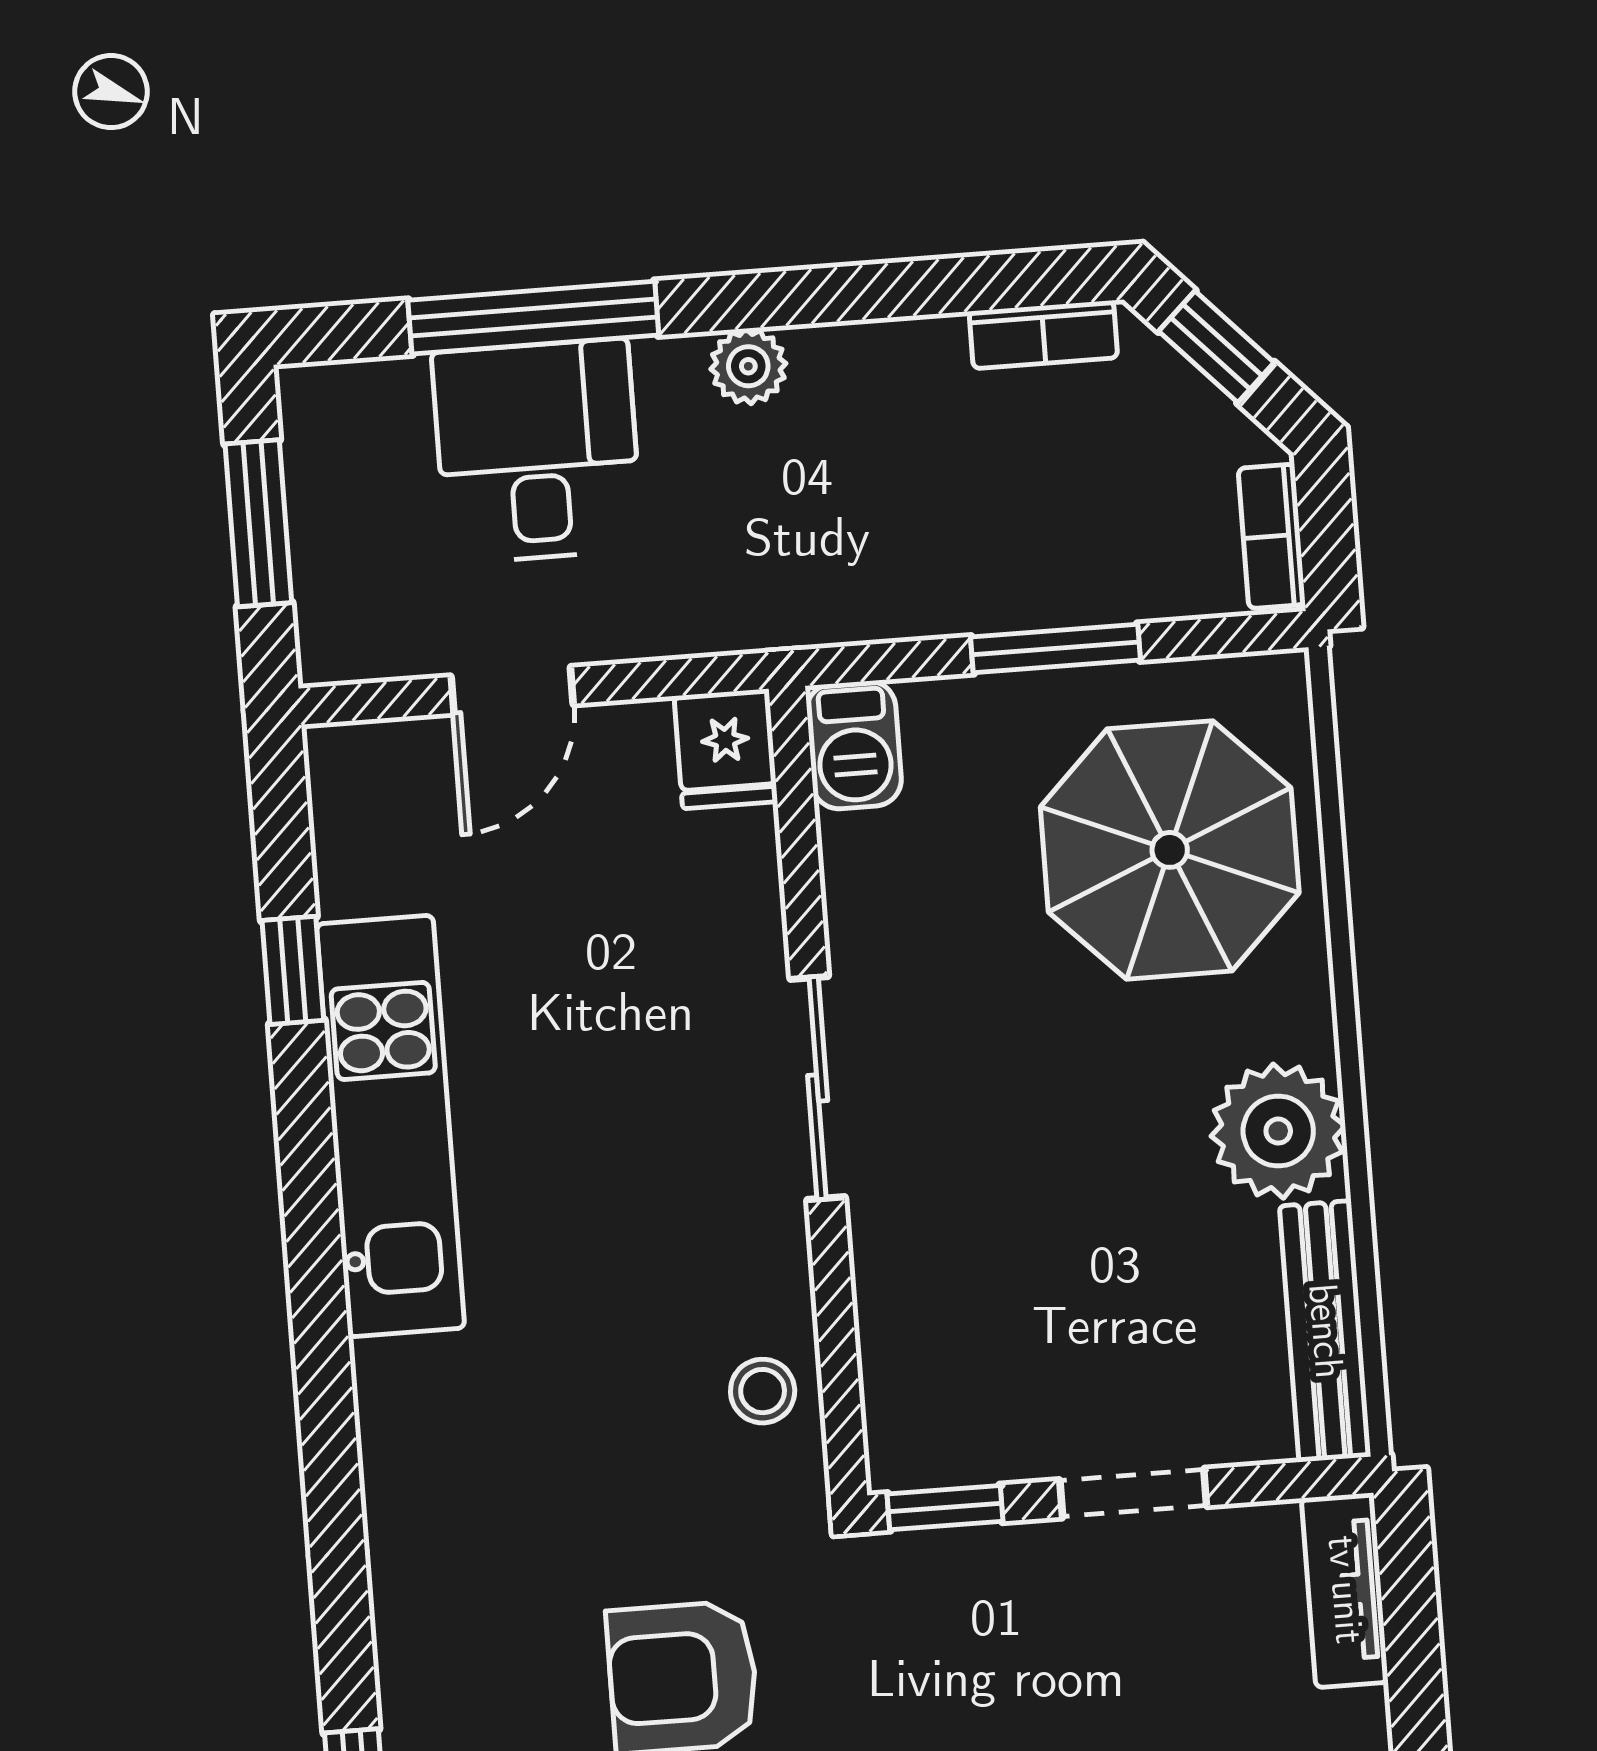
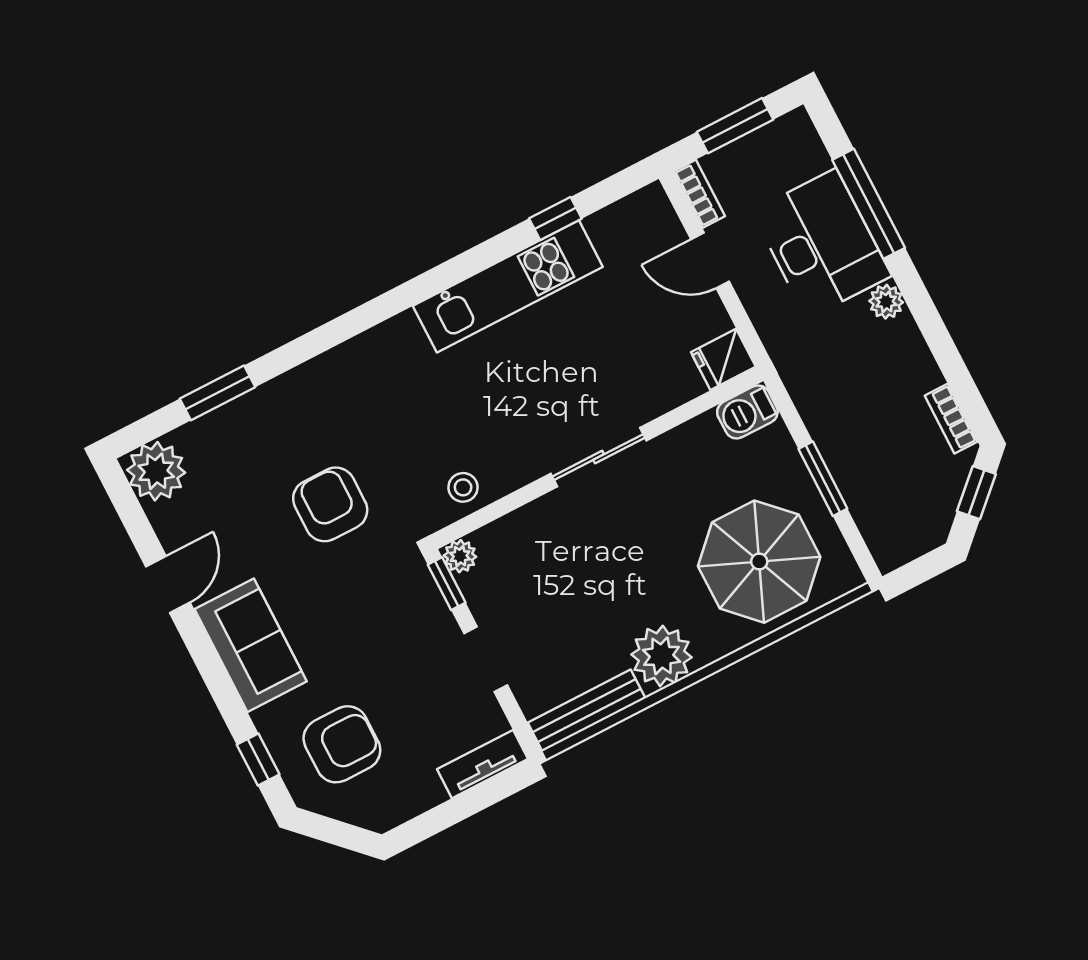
desk: (537, 451) -> (822, 244), width x1.37
bookcase: (1272, 536) -> (699, 194), moved, turned 90
plant: (900, 1457) -> (460, 556), added

